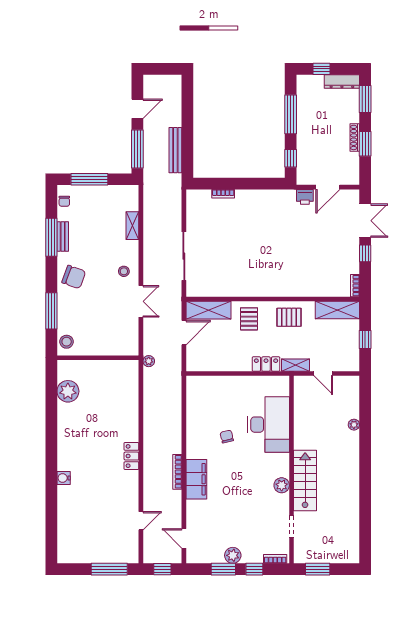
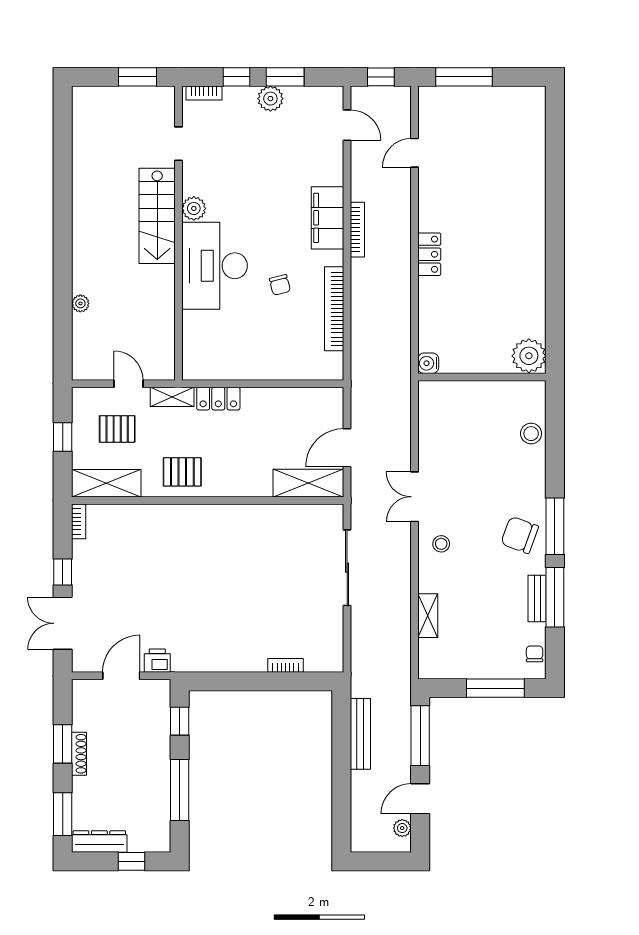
window: (51, 311) -> (555, 526), moved
pallet: (249, 319) -> (117, 429), moved, turned 90
wall: (98, 358) -> (482, 377), moved
plant: (149, 361) -> (402, 828), moved
bookcase: (192, 421) -> (334, 309), added
desk: (268, 425) -> (215, 266), moved
water cooler: (64, 478) -> (428, 363), moved, turned 180

